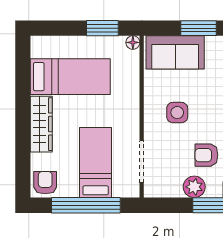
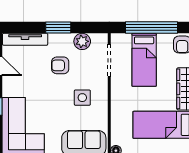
armchair: (206, 155) -> (60, 65), turned 180
plant: (194, 187) -> (82, 41), moved

